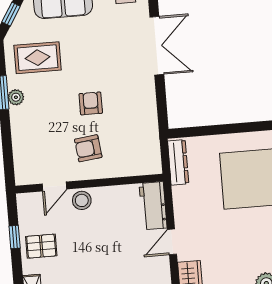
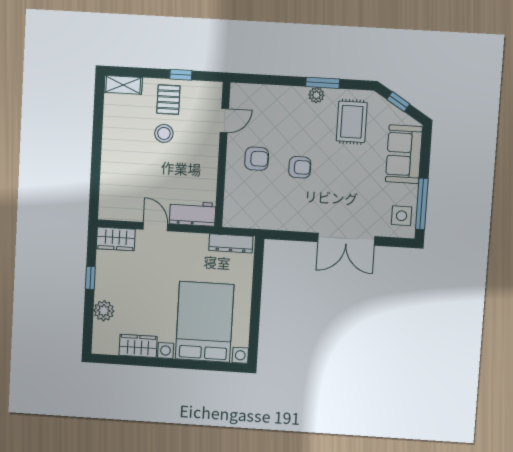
armchair: (88, 148) -> (257, 159), turned 97
door: (54, 186) -> (224, 121), swing flipped
stool: (82, 200) -> (164, 133), moved

